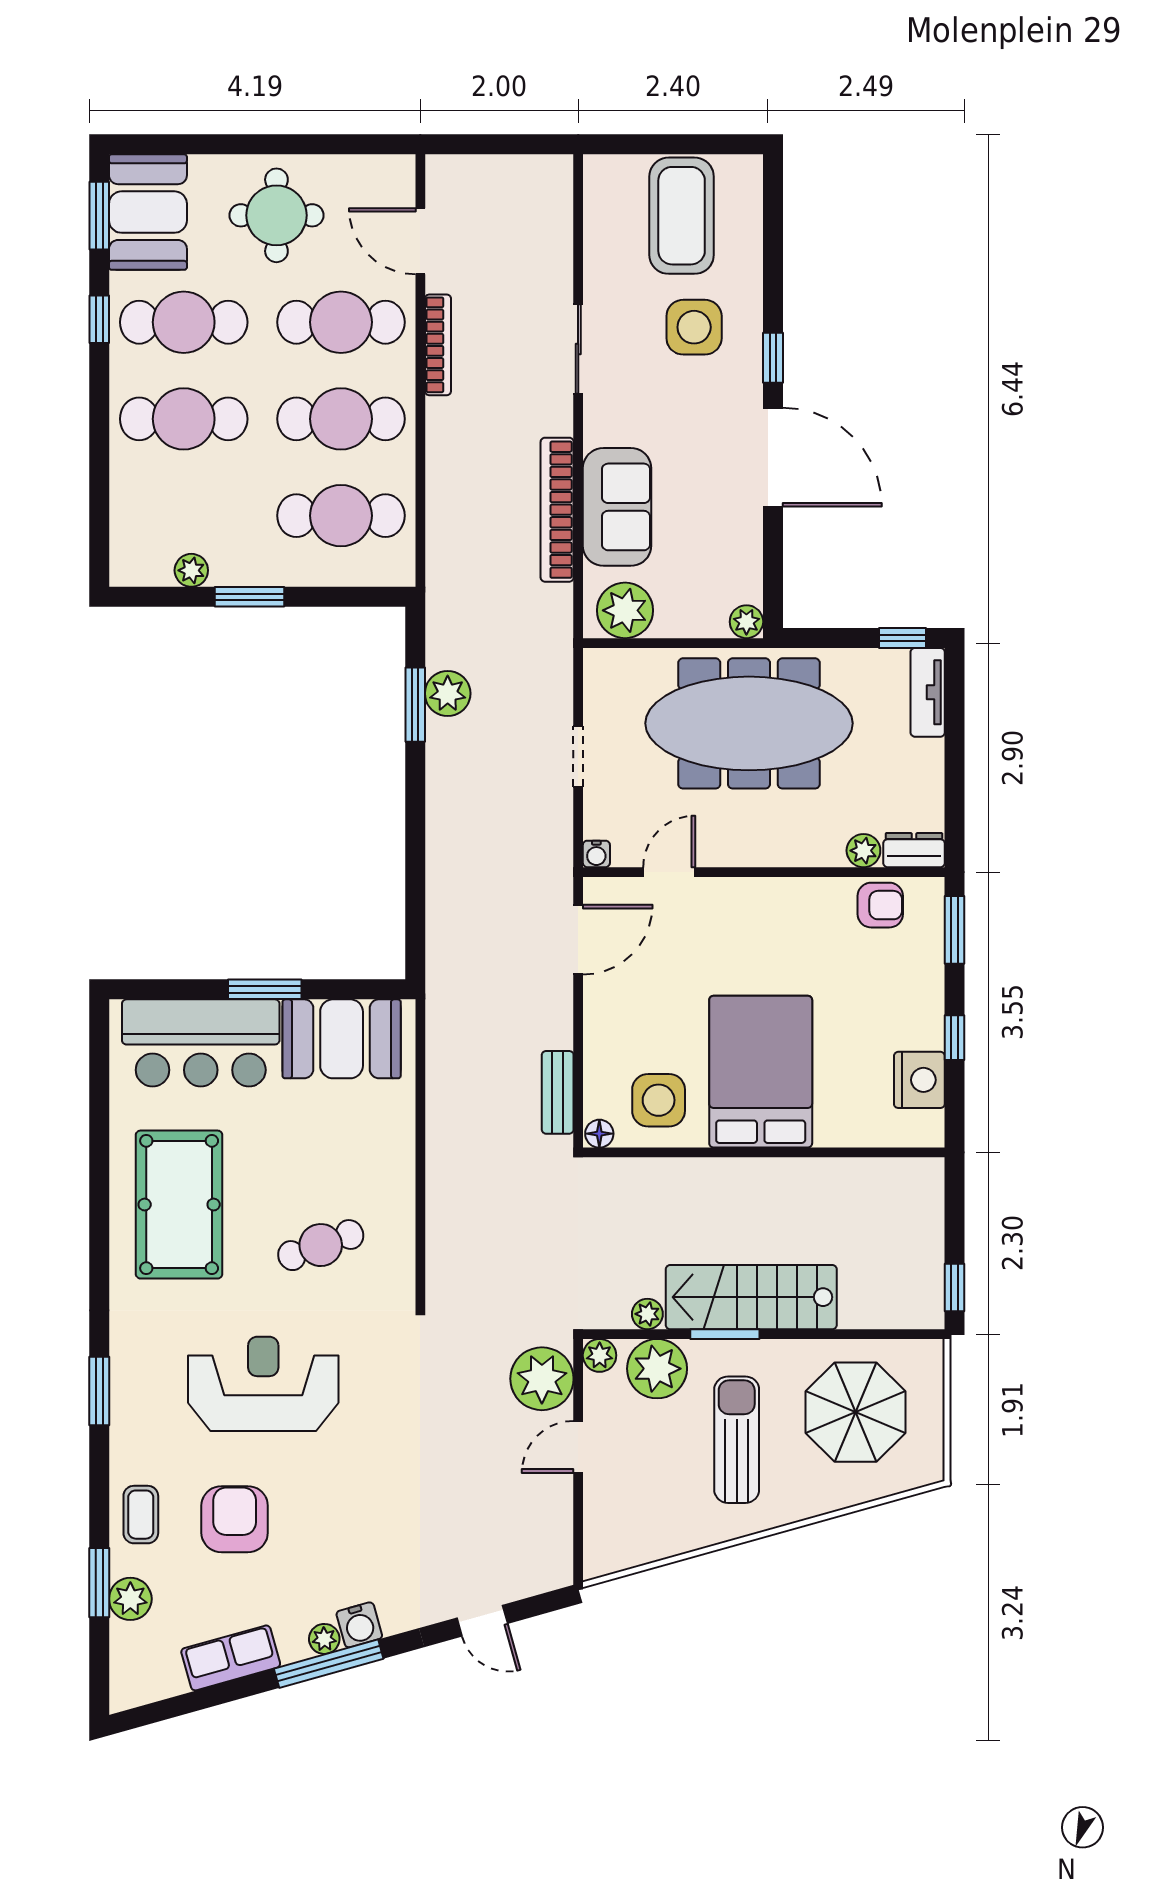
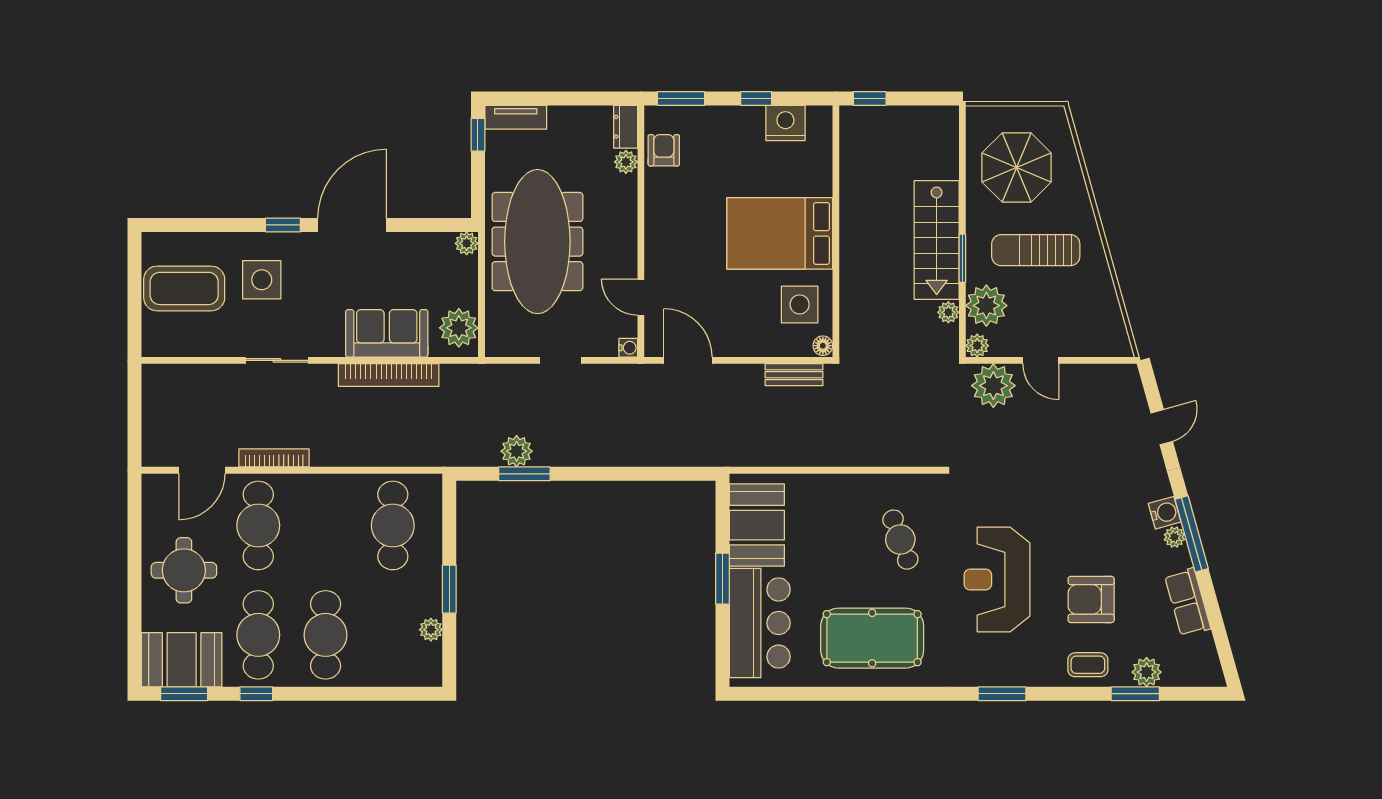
cafe table: (341, 419) -> (326, 525), removed
window: (955, 1287) -> (870, 99), moved

